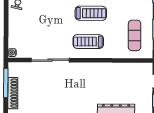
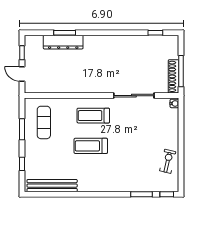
treadmill: (88, 42) -> (93, 116), turned 180
shoe rack: (13, 93) -> (174, 76), moved

